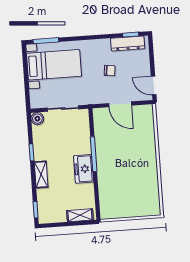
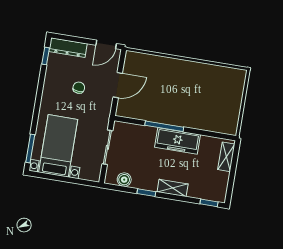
dresser: (128, 43) -> (68, 48), moved, turned 90
boiler: (37, 119) -> (124, 180), moved
freezer: (84, 169) -> (178, 141), width x1.40

